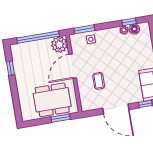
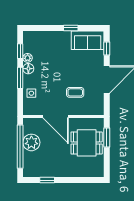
window: (84, 29) -> (20, 78), moved
floor lamp: (134, 29) -> (28, 69), moved
plant: (59, 45) -> (31, 142), moved
dining table: (52, 100) -> (87, 143), width x0.73

